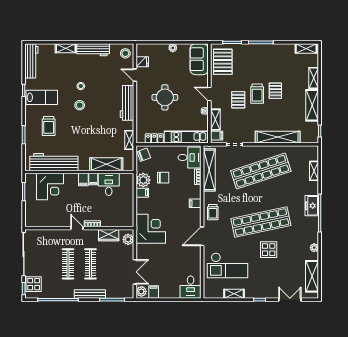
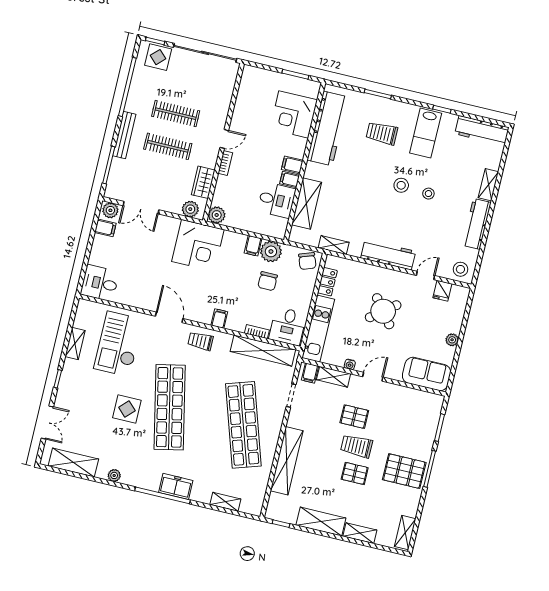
pallet: (223, 62) -> (404, 471), moved
round table: (165, 97) -> (383, 311), turned -38
plant: (128, 221) -> (217, 215), added

